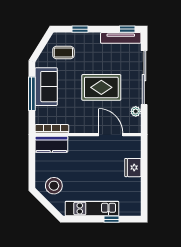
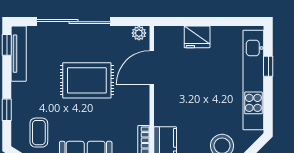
rug: (101, 87) -> (87, 80), turned 90
plant: (136, 111) -> (139, 33), moved
kitchen unit: (92, 208) -> (253, 80), width x1.36

